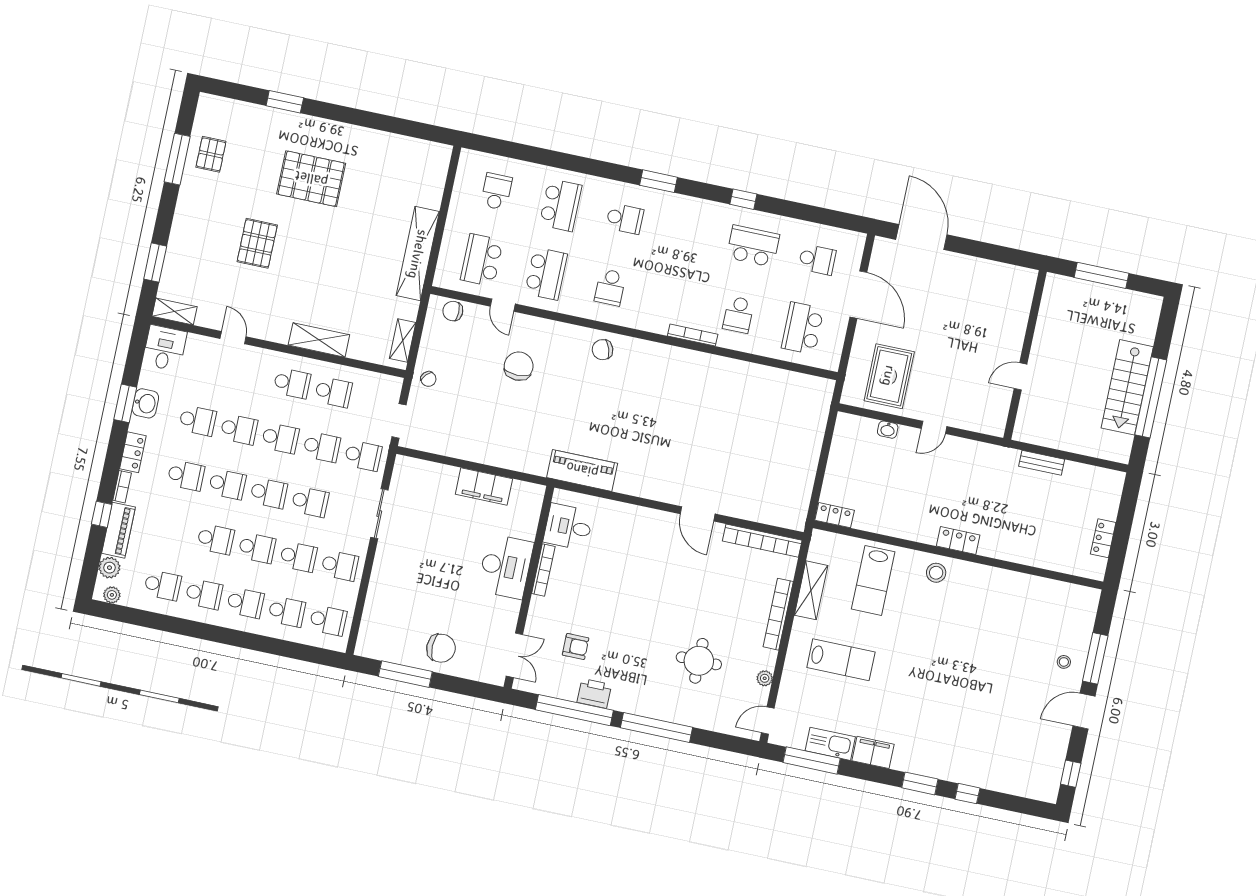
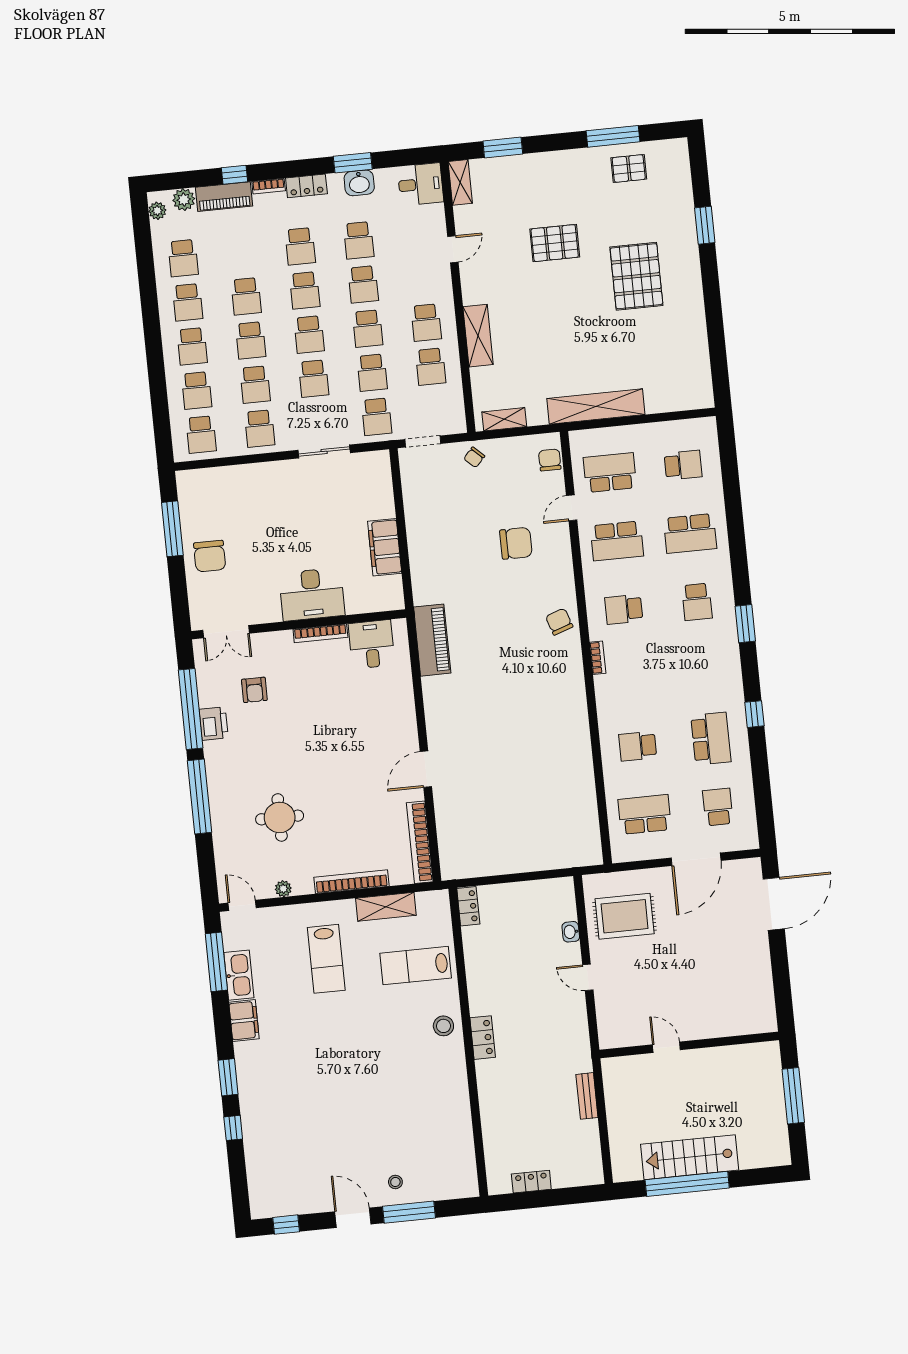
school desk: (817, 260) -> (718, 807), turned 180
bookcase: (693, 335) -> (598, 658), moved, width x0.64

